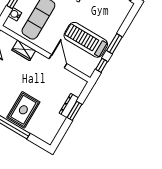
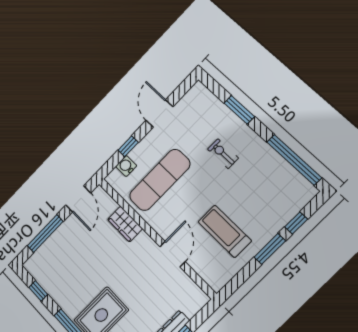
treadmill: (86, 40) -> (225, 231), width x0.73, depth x0.73
window: (102, 65) -> (296, 223), moved

